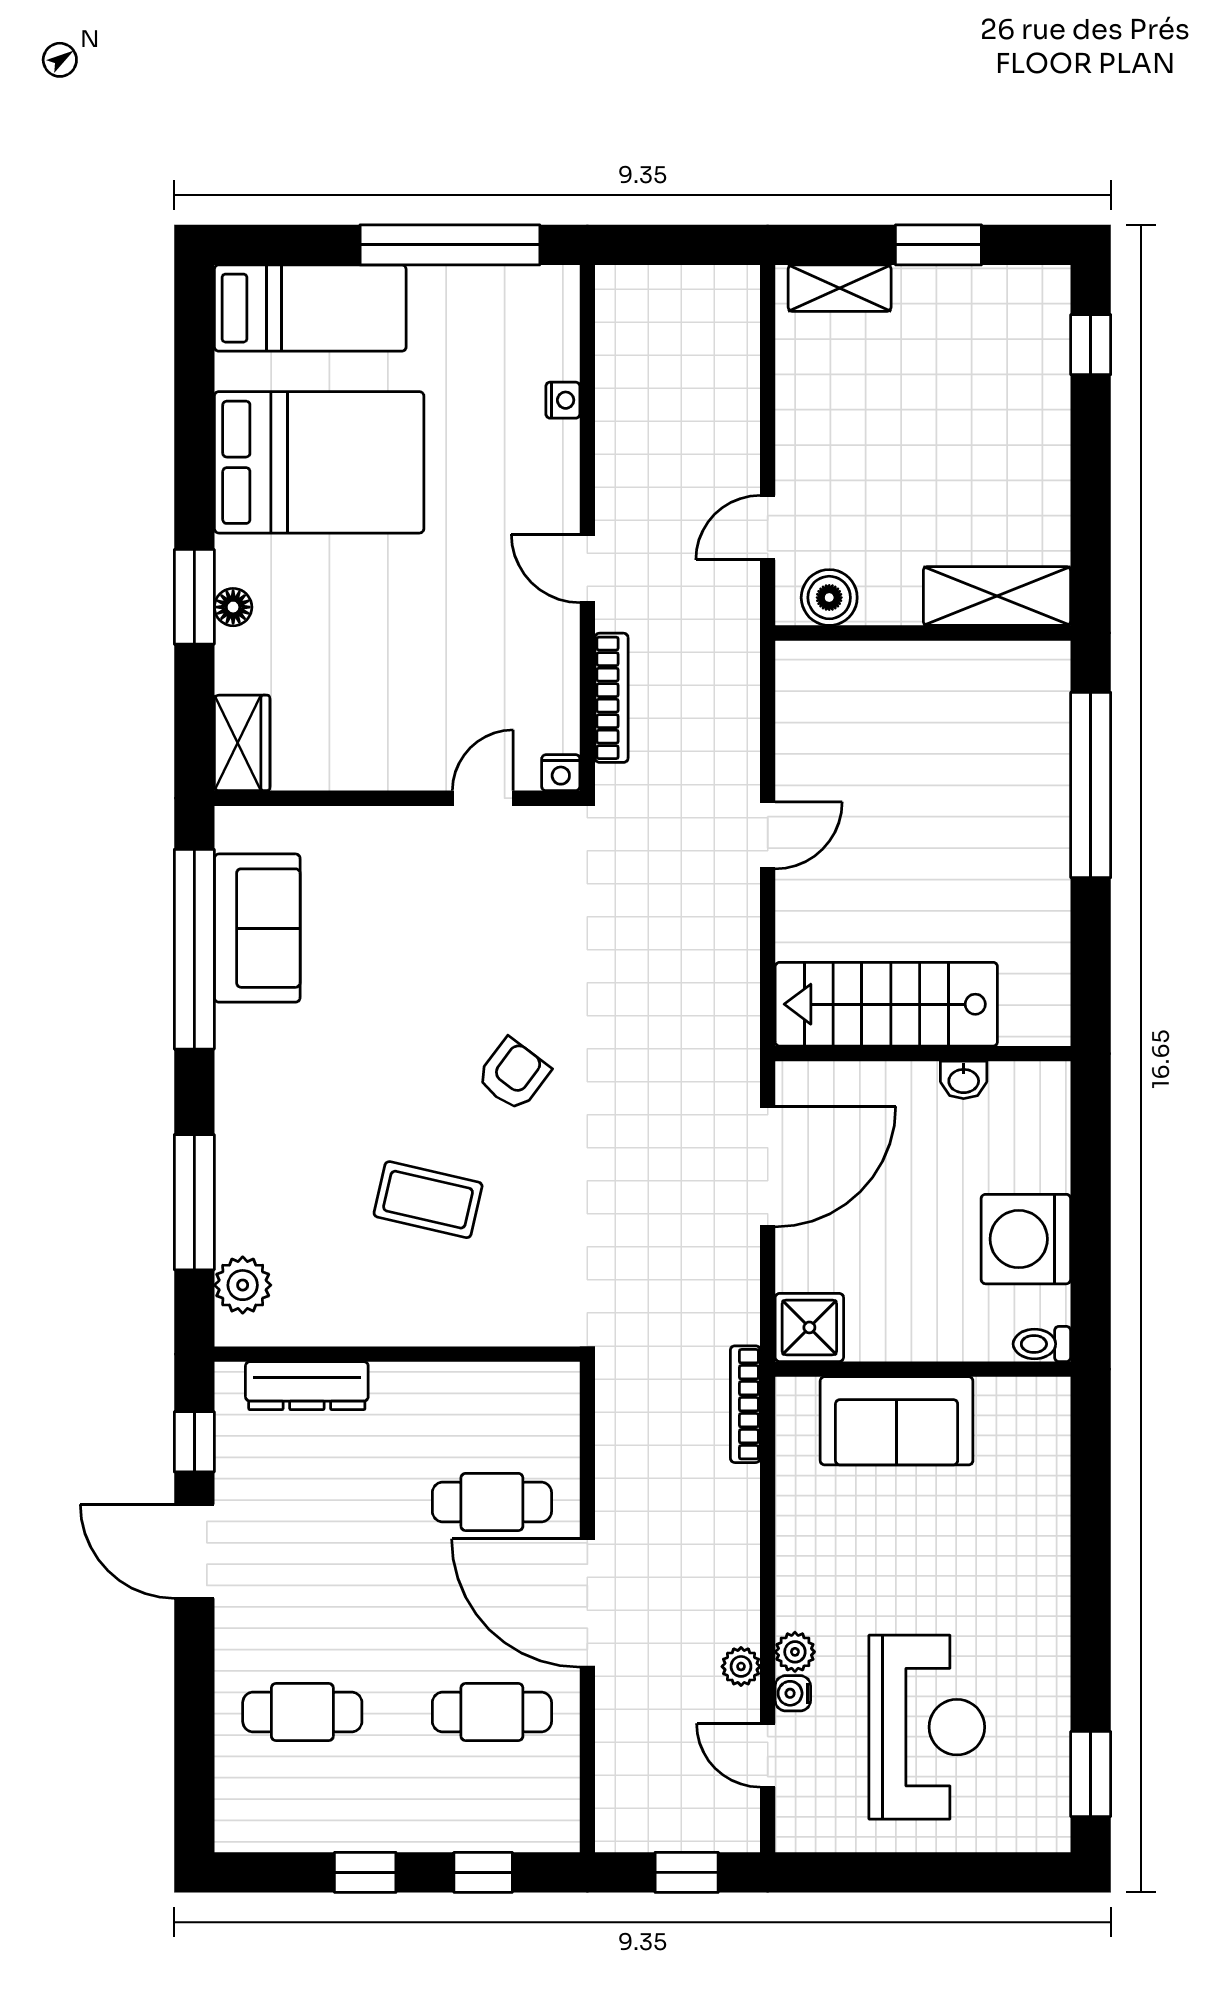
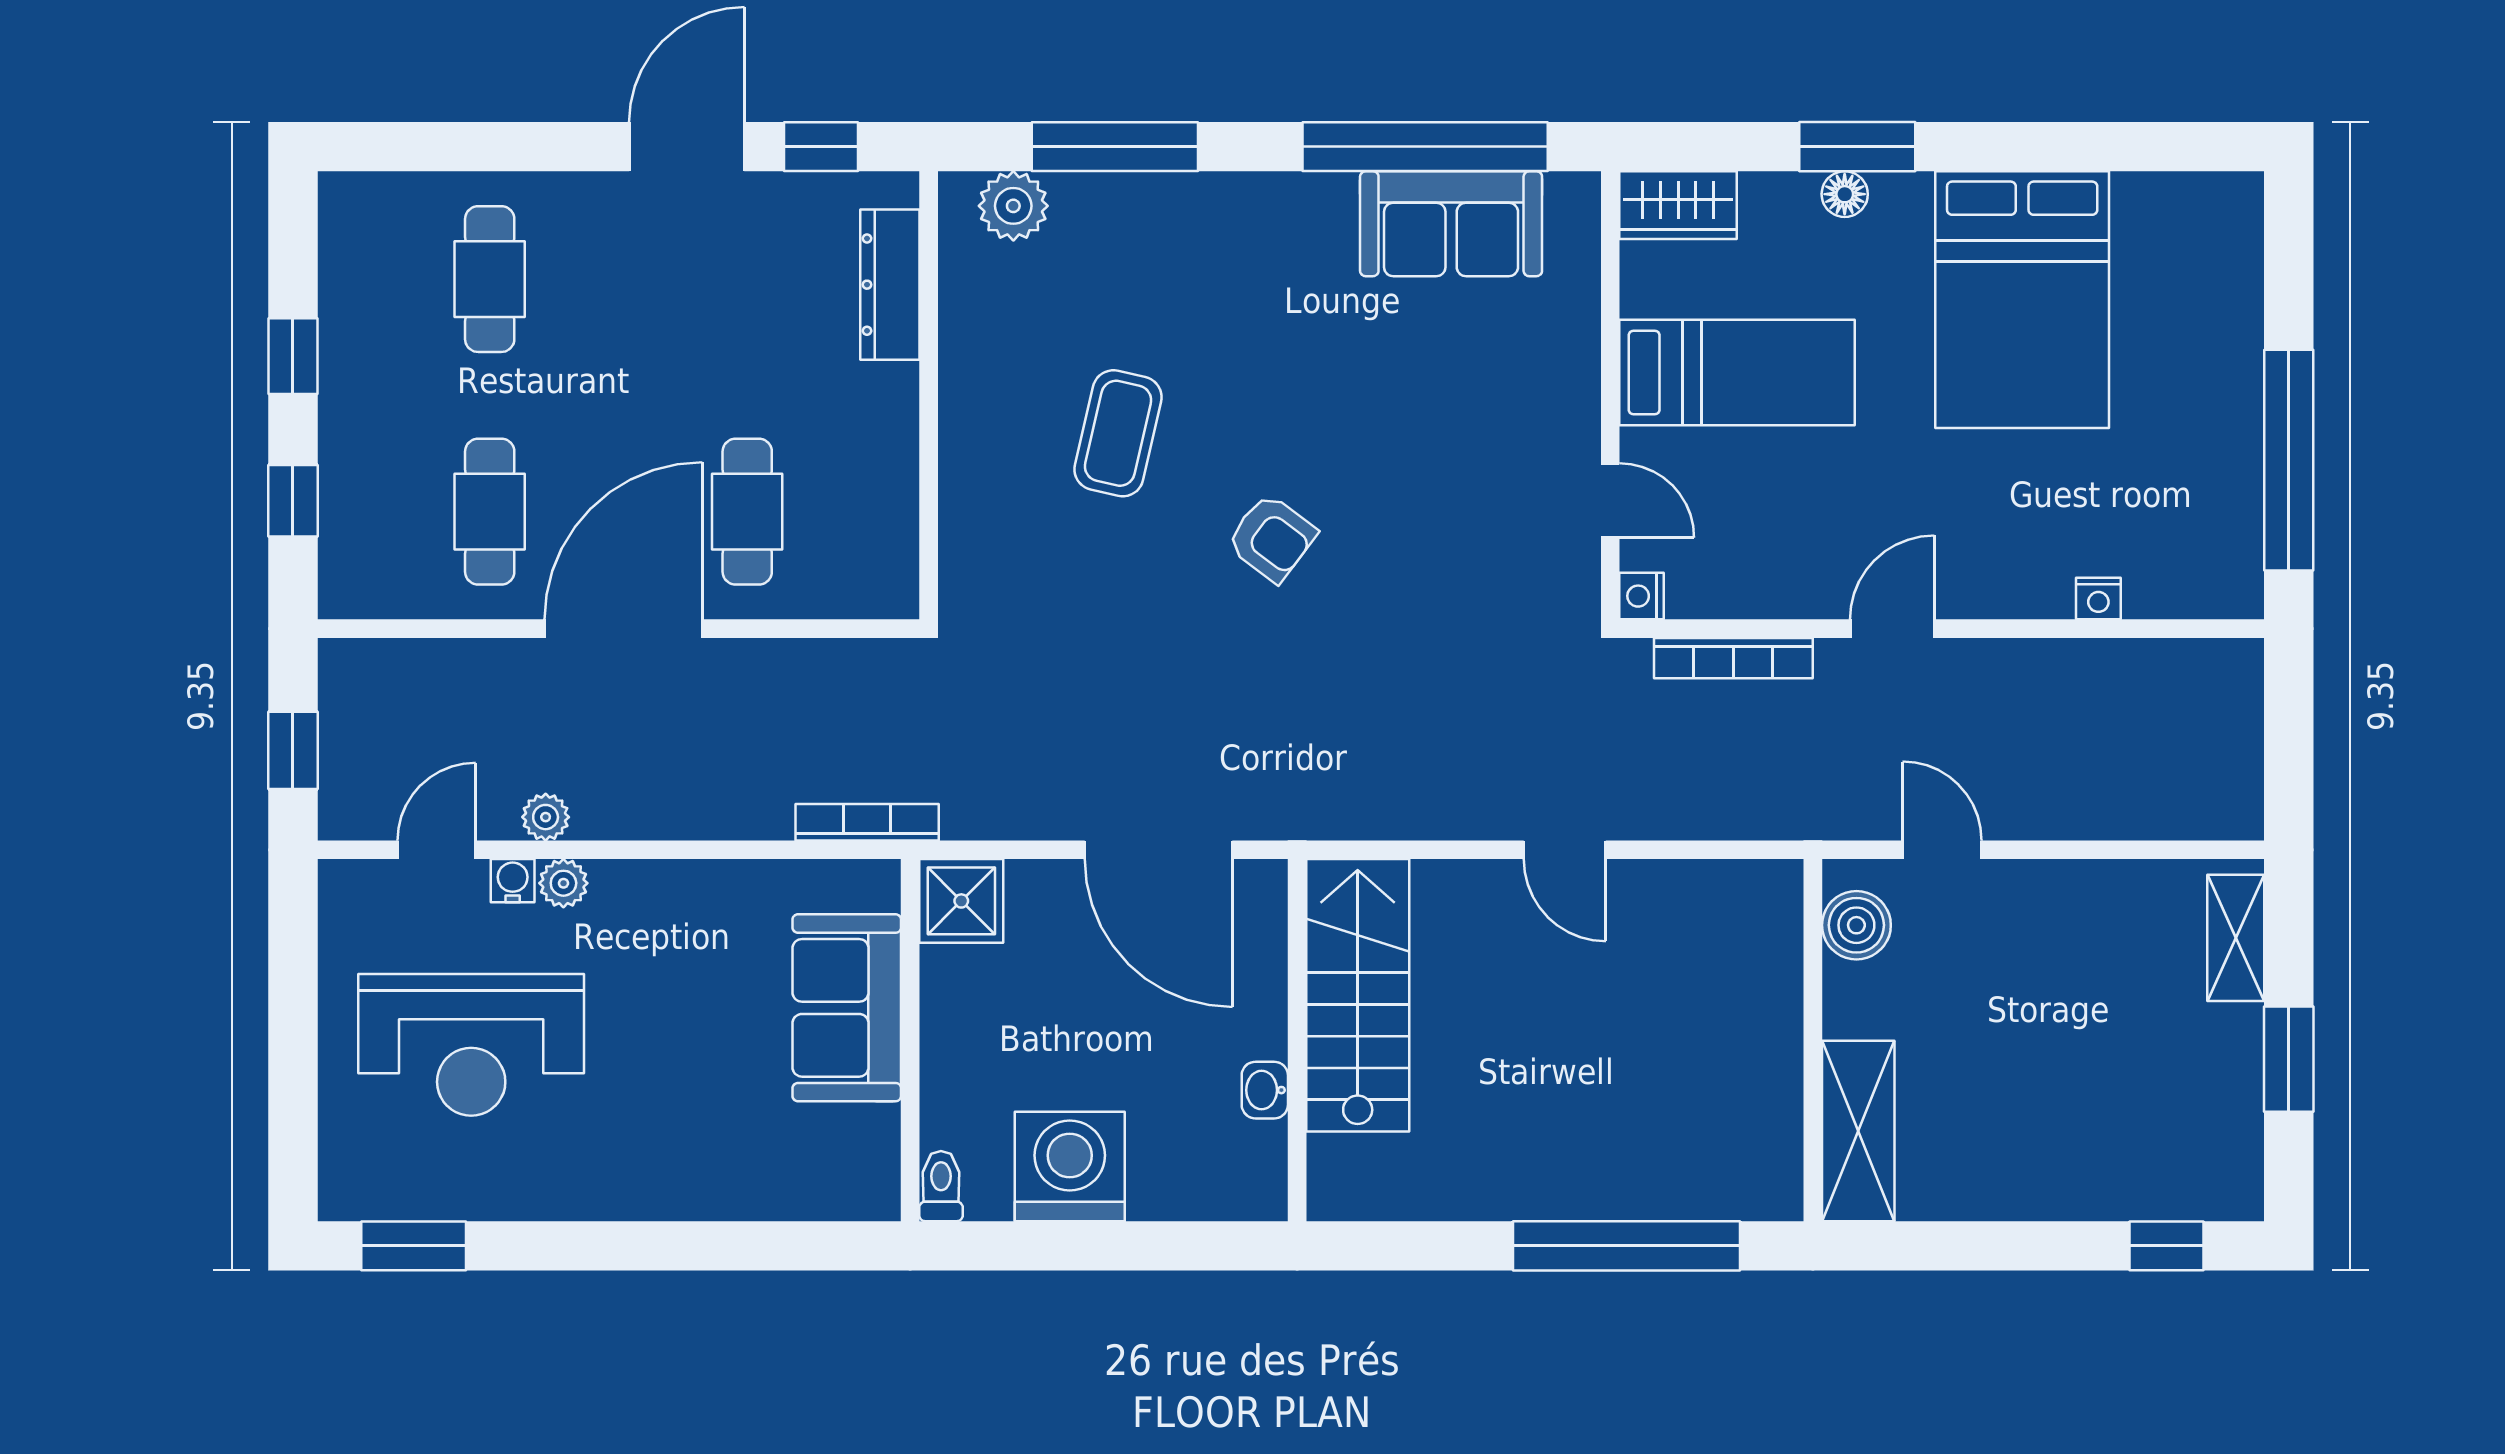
bed: (310, 308) -> (1737, 373), moved, turned -90

